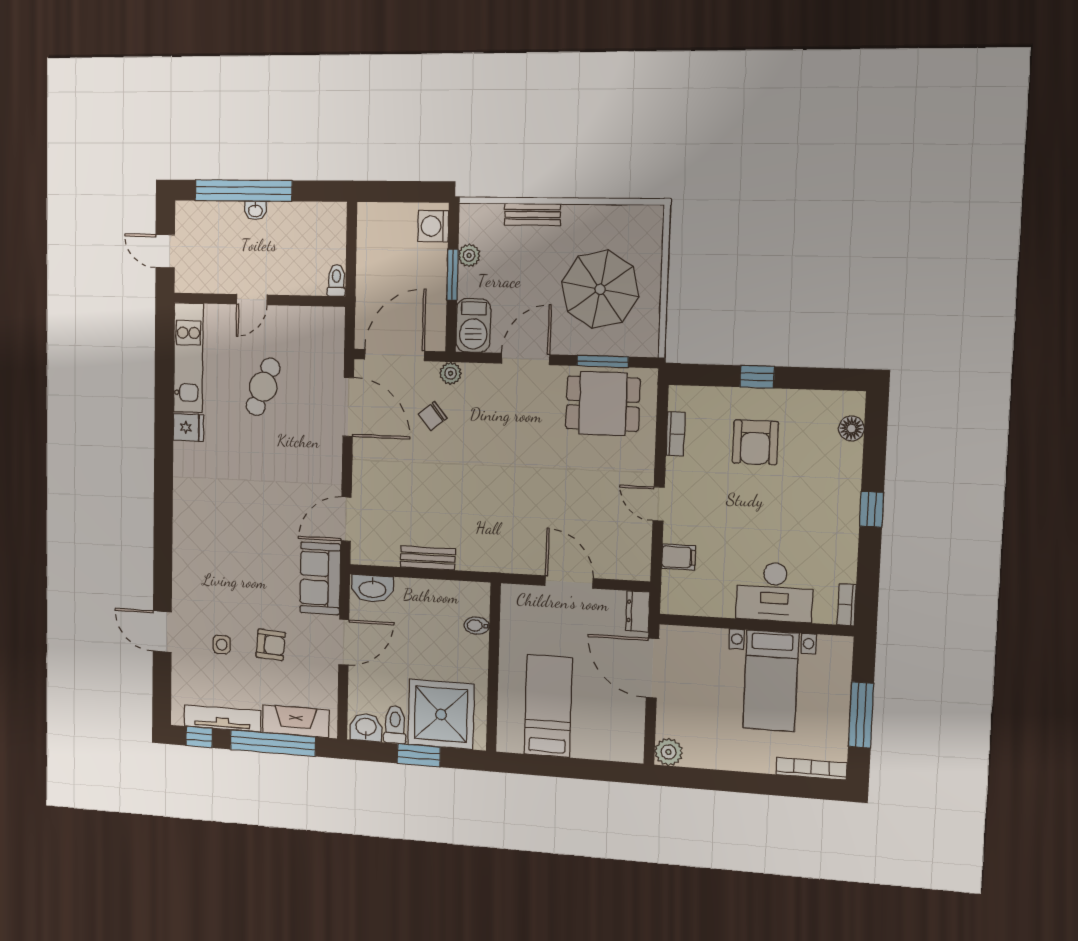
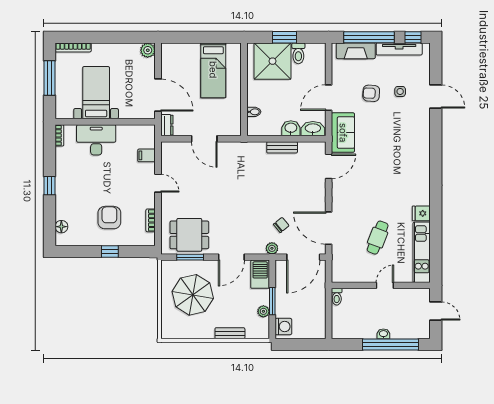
washbasin: (366, 727) -> (291, 128), moved, turned 180

